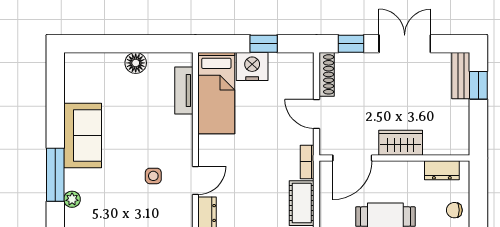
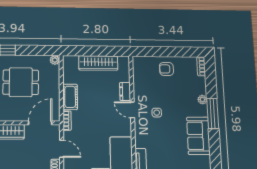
door: (195, 180) -> (132, 110), hinge flipped

